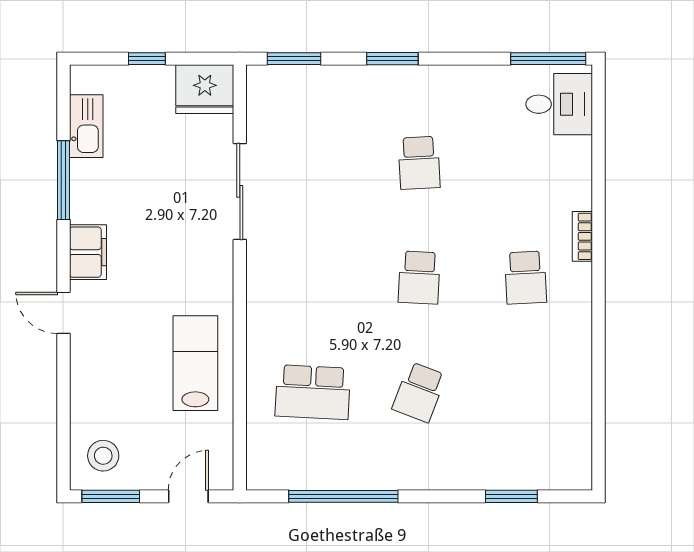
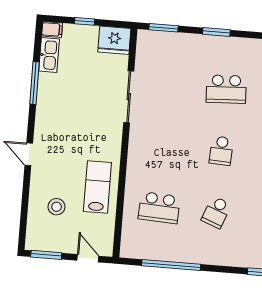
school desk: (419, 163) -> (226, 89), width x1.85
filing cabinet: (88, 252) -> (52, 30), moved, width x0.50
stool: (103, 456) -> (57, 207), moved
door: (188, 496) -> (88, 258), hinge flipped

